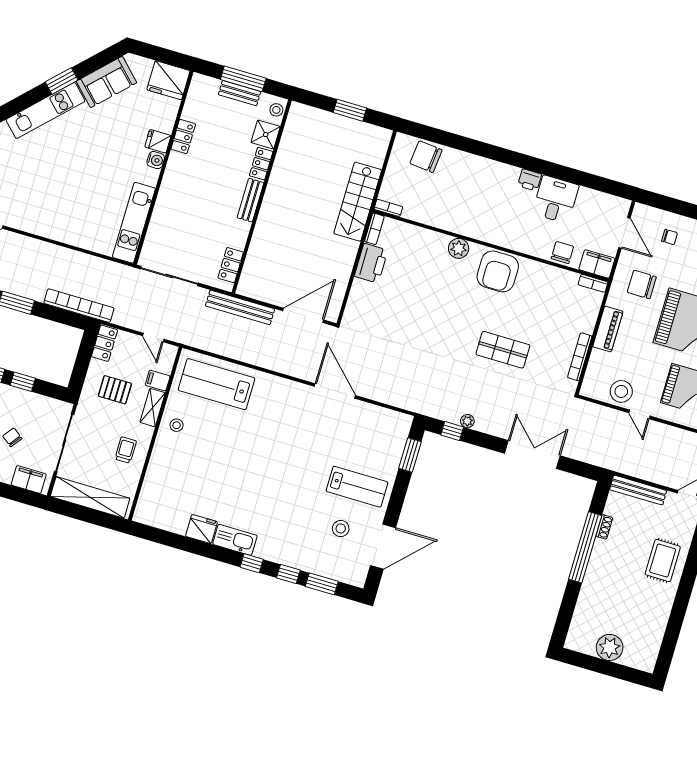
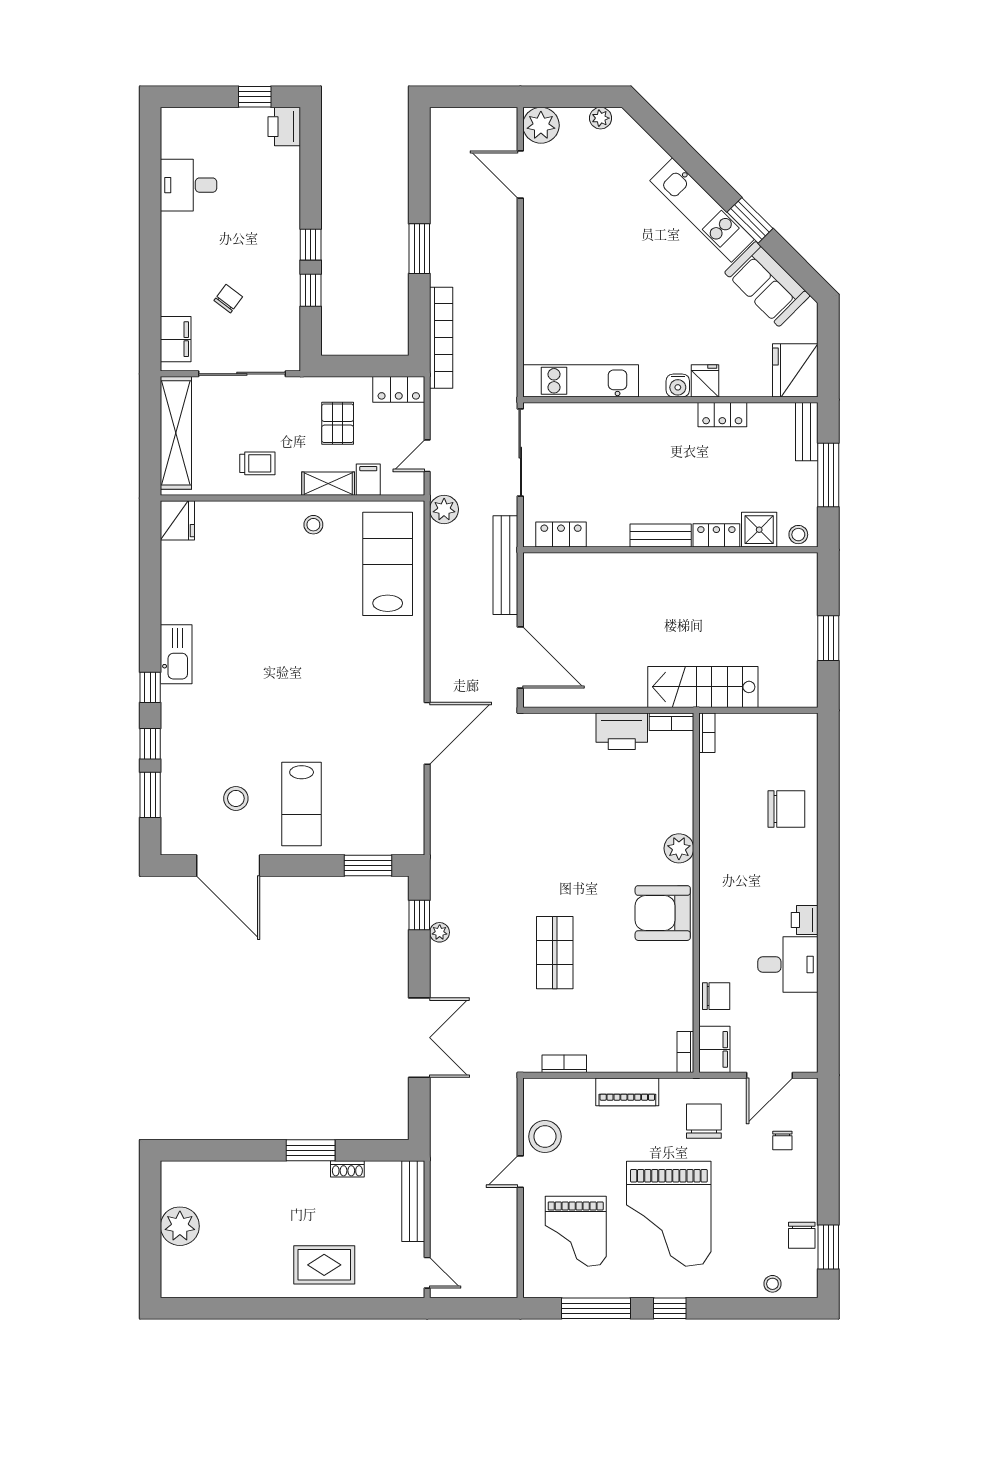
bench: (240, 93) -> (807, 432), moved
chair: (426, 157) -> (786, 809), moved, turned 84
plant: (192, 337) -> (444, 509), added
bookcase: (580, 357) -> (564, 1064), width x0.64
fridge: (201, 529) -> (177, 520), moved
window: (585, 547) -> (311, 1150), width x0.47

